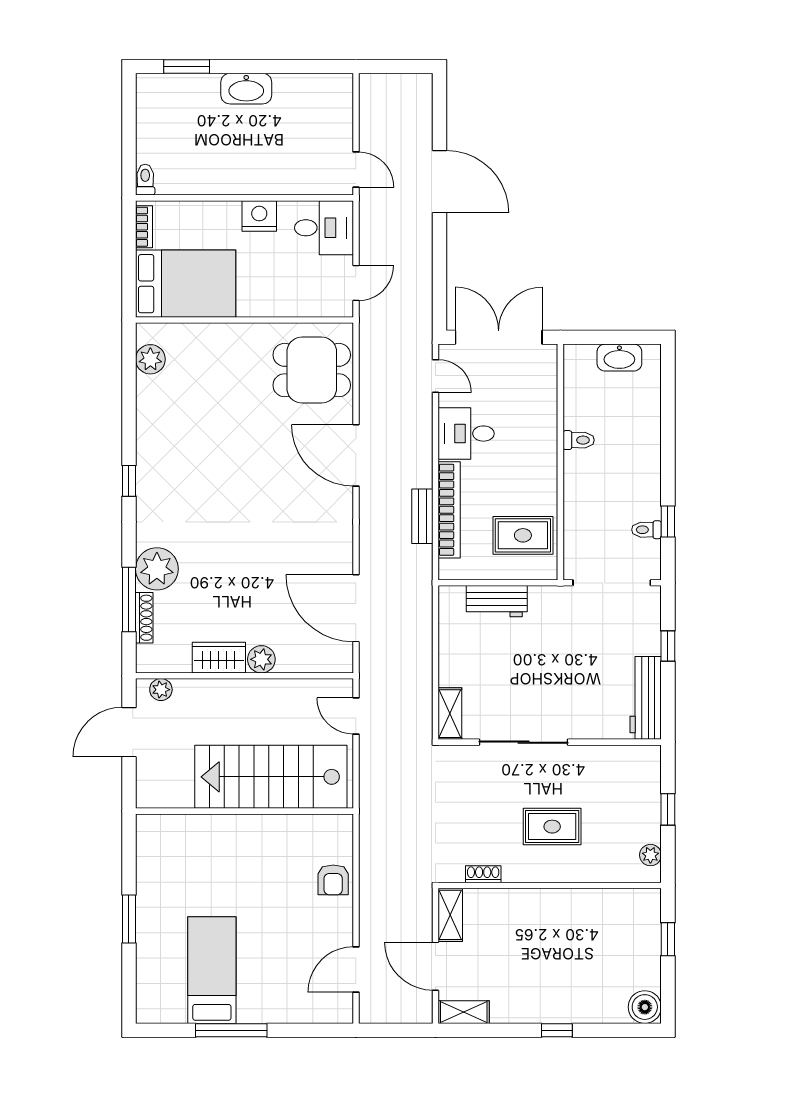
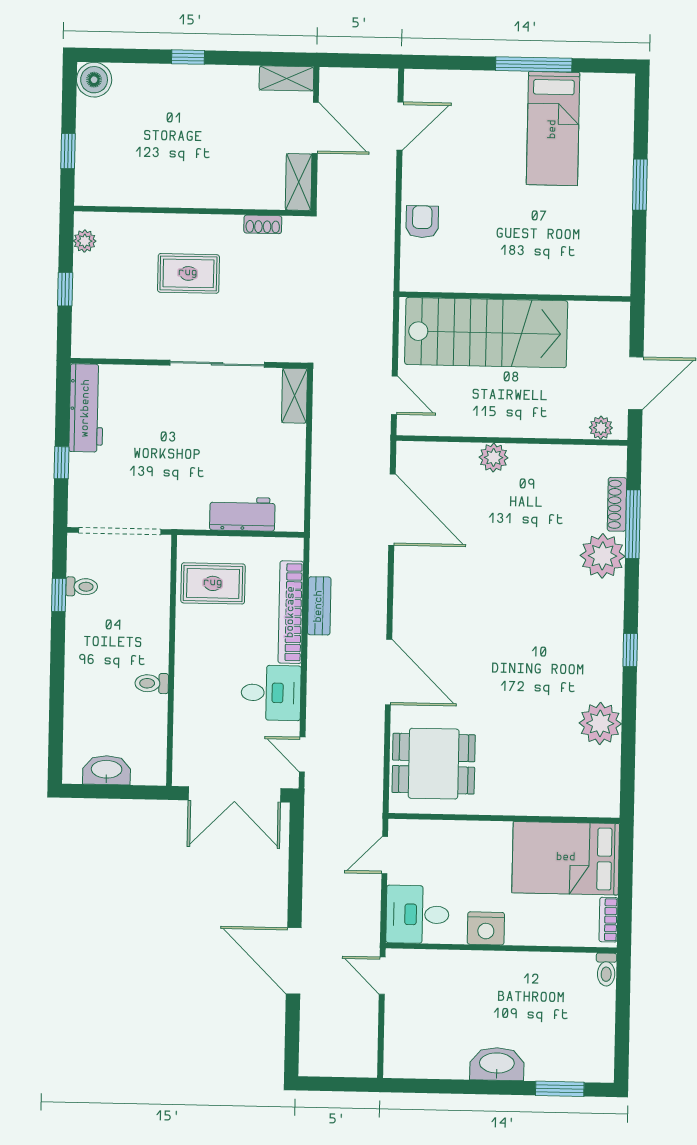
plant: (150, 359) -> (600, 723), moved, width x1.36, depth x1.36
wardrobe: (219, 658) -> (539, 460), removed

